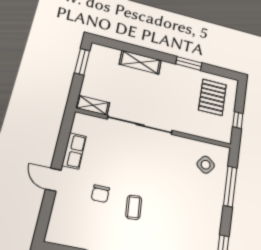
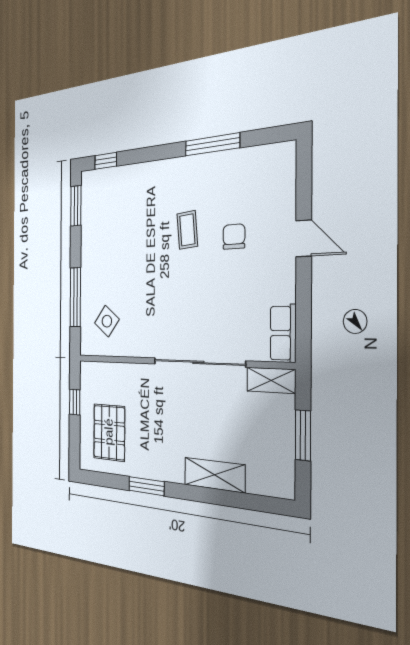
window: (82, 62) -> (303, 435), moved
row of seats: (74, 151) -> (283, 333), moved

